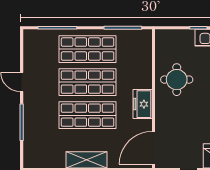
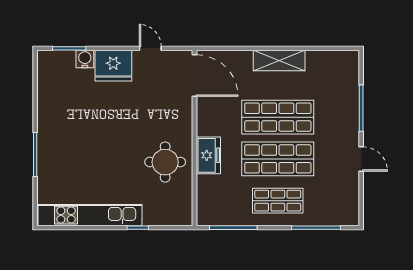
shop shelf: (88, 49) -> (278, 201), width x0.70, depth x0.74
freezer: (143, 104) -> (208, 155), moved
door: (153, 148) -> (194, 76), hinge flipped

